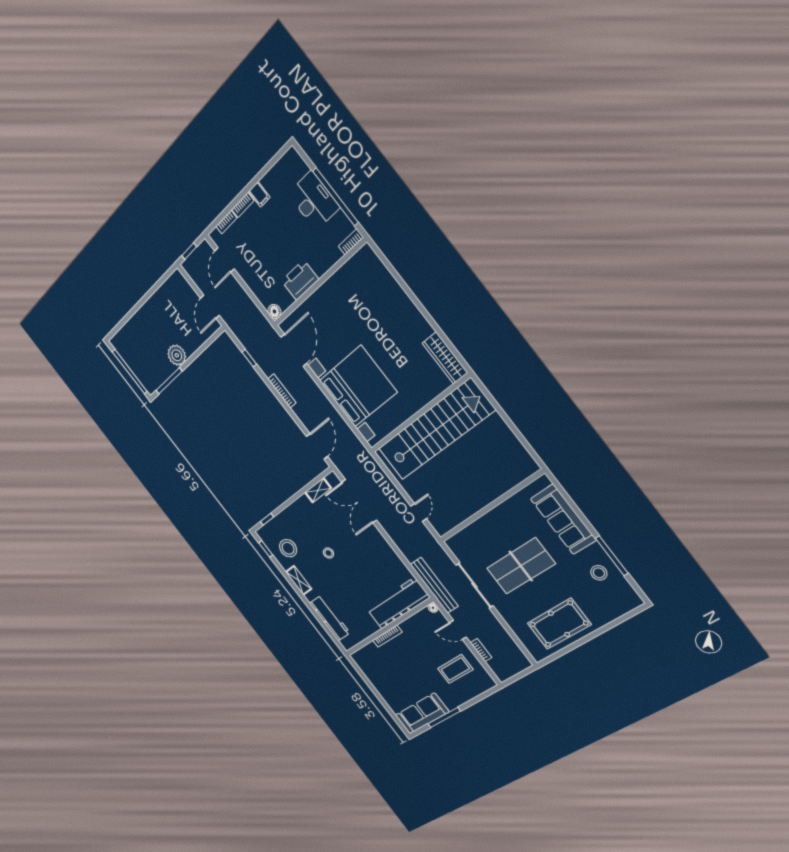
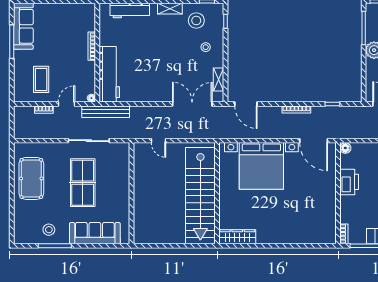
stool: (328, 553) -> (206, 47), moved

